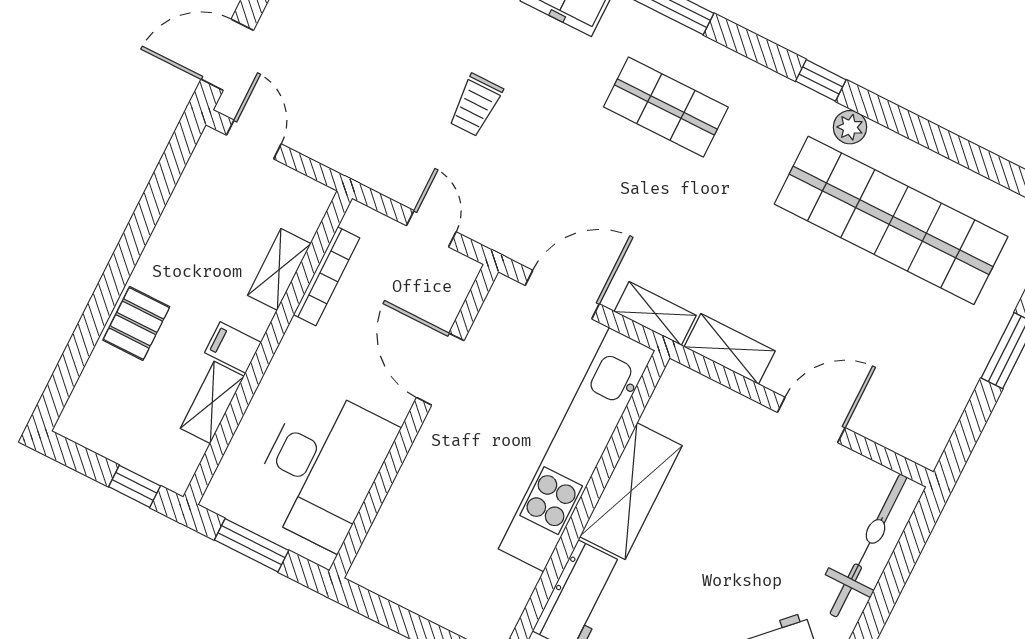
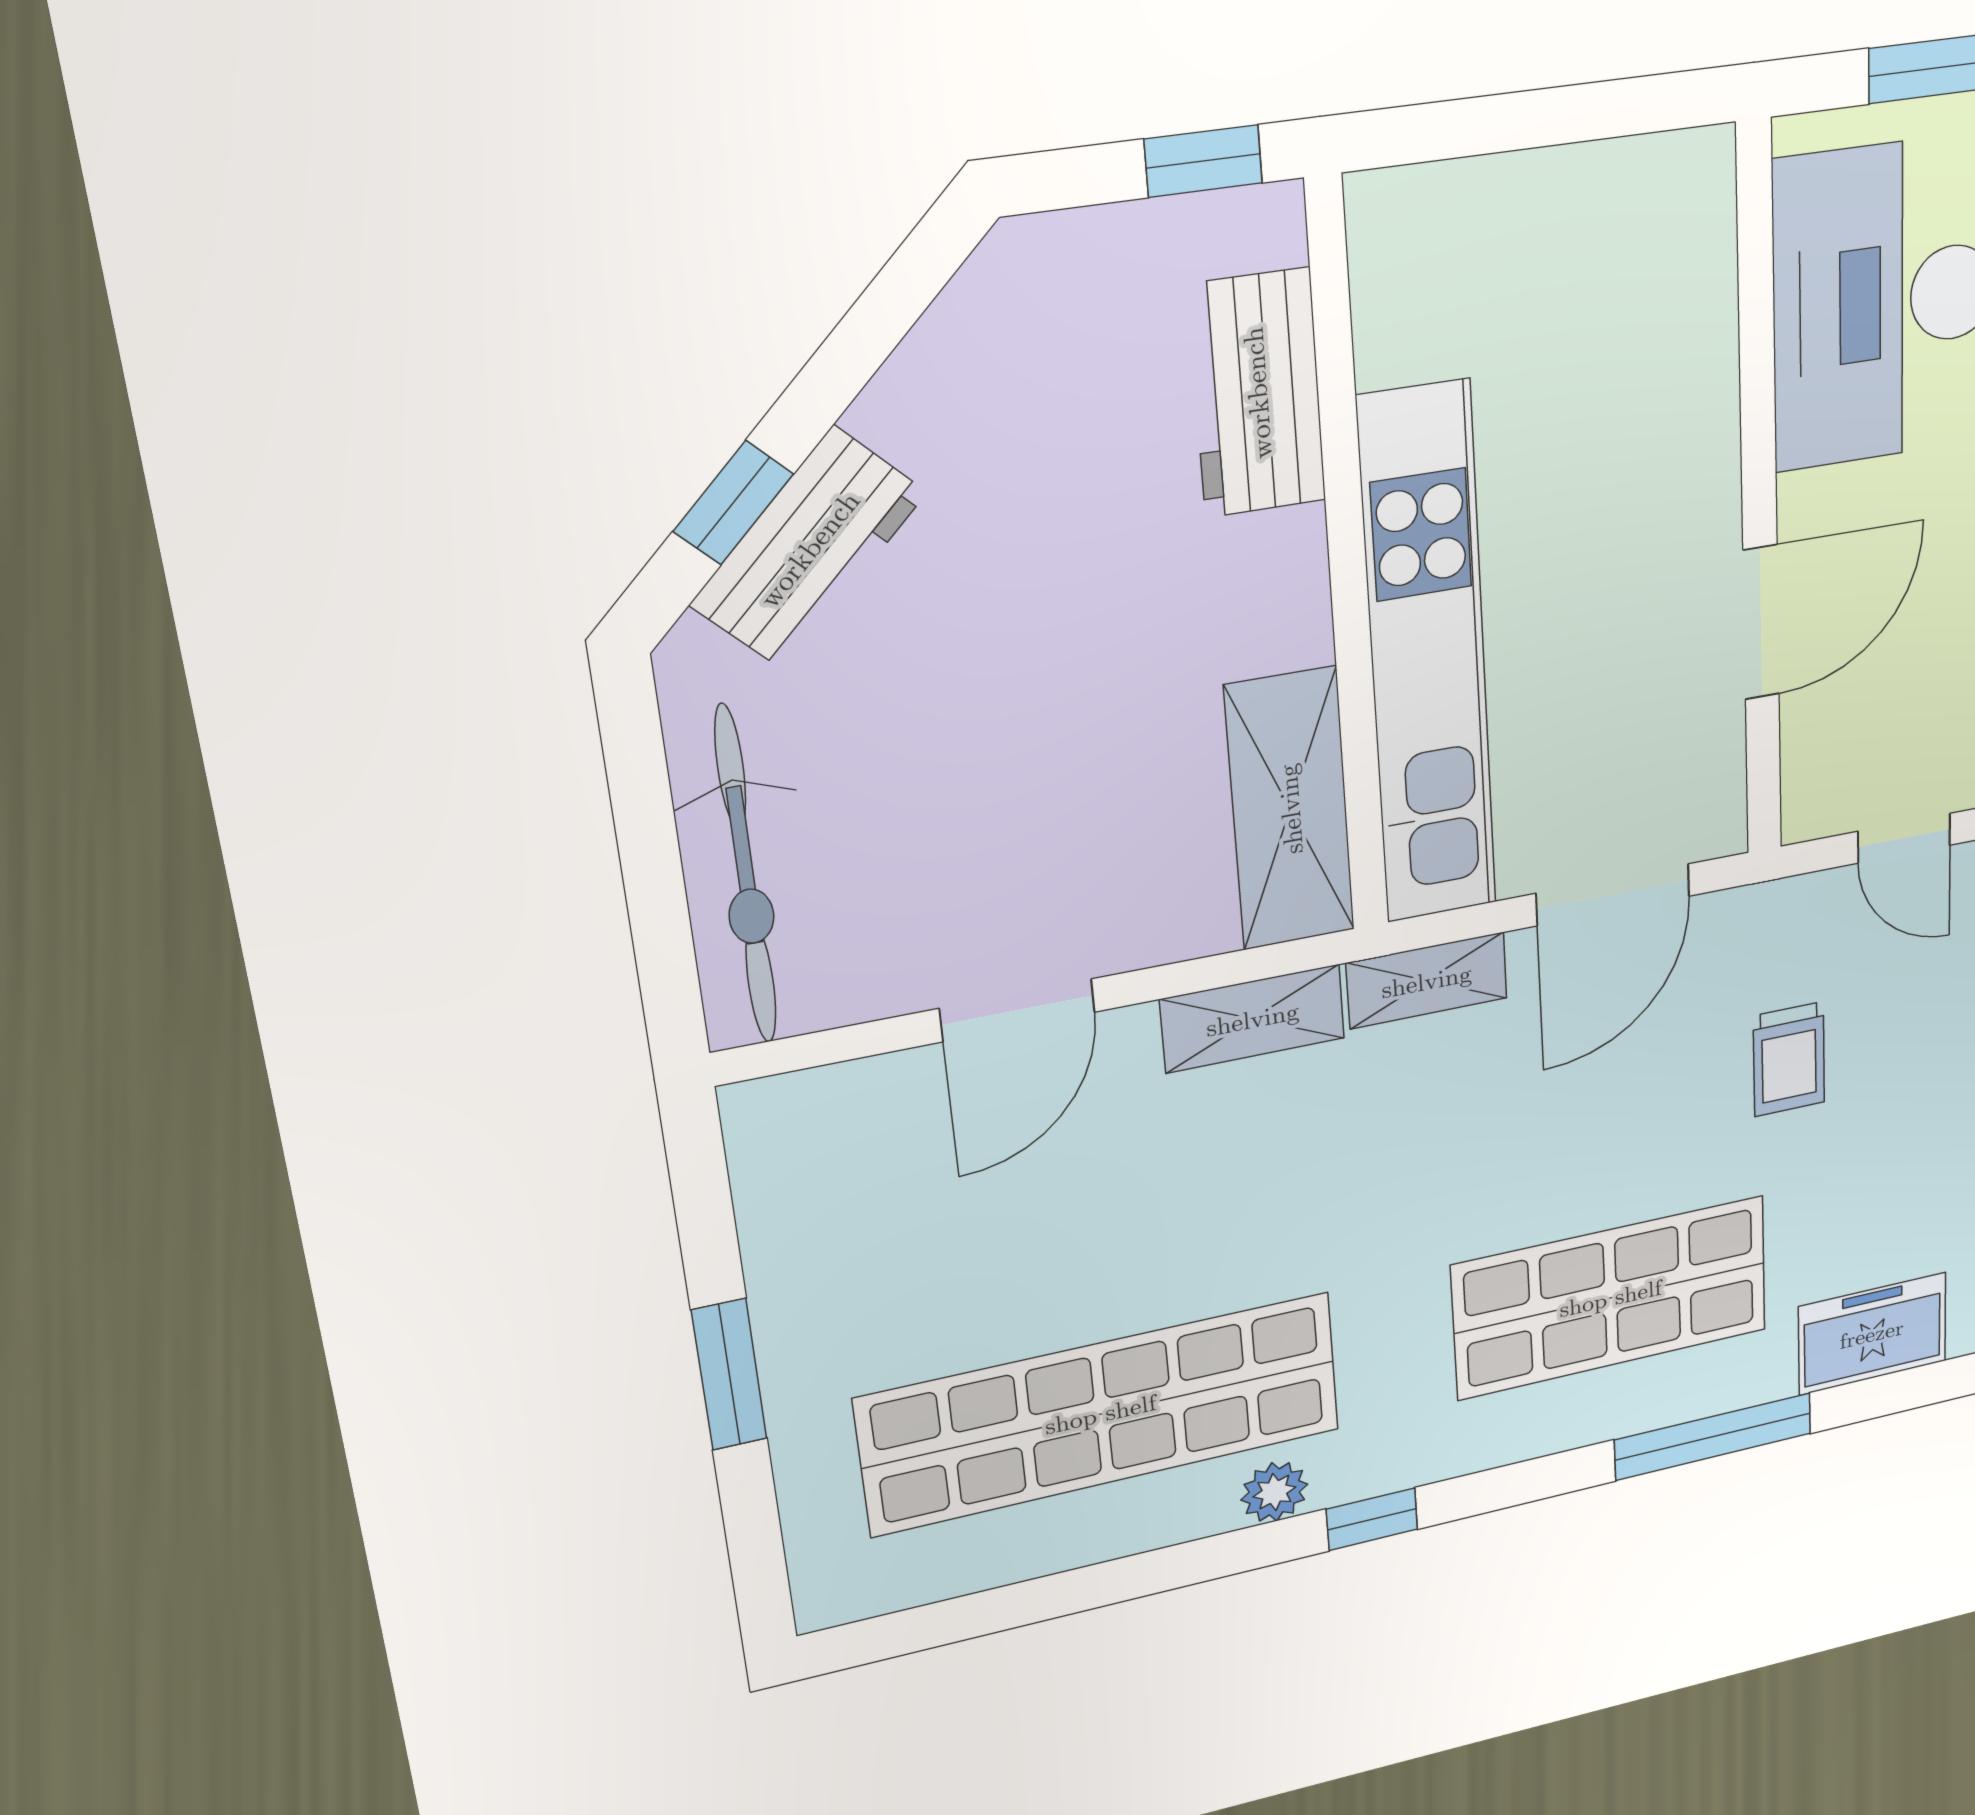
trolley: (476, 105) -> (1789, 1059), moved, turned 180
shop shelf: (666, 107) -> (1611, 1298), width x1.43, depth x1.36
door: (440, 369) -> (1761, 622), hinge flipped
shelving: (631, 491) -> (1290, 809), moved

